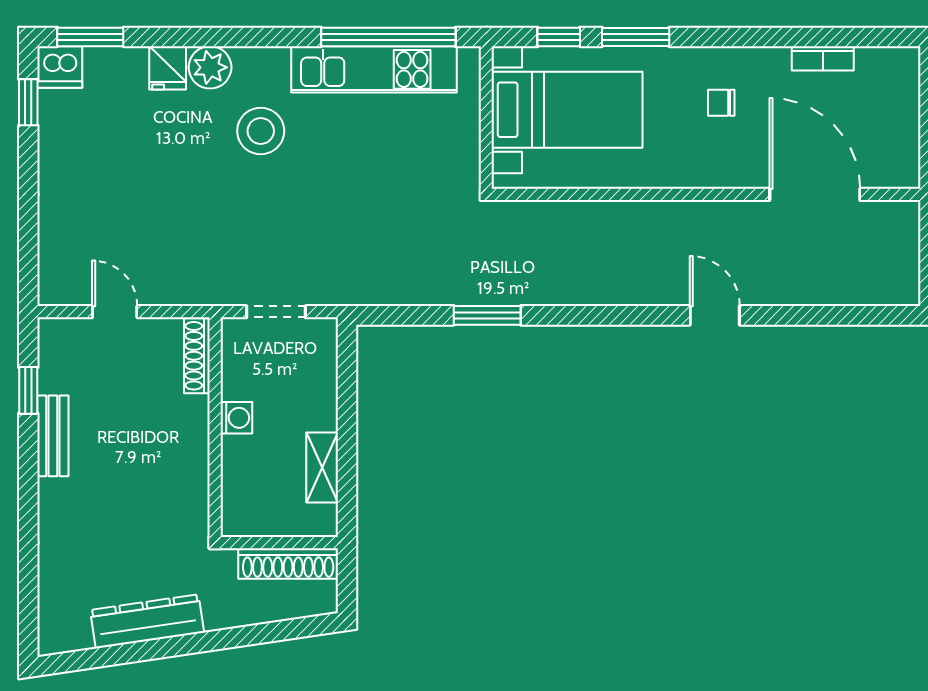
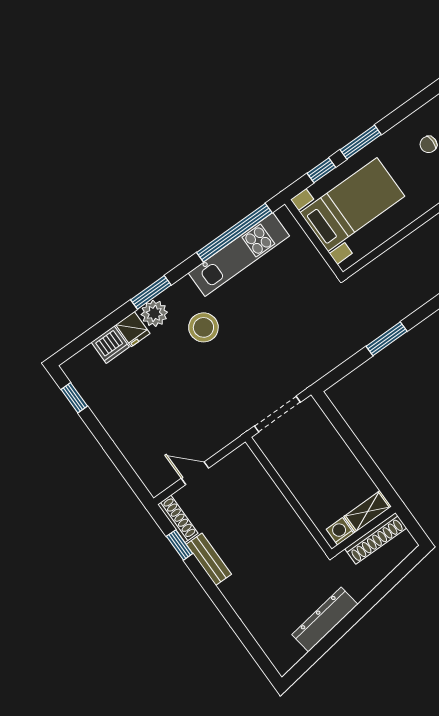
window: (90, 37) -> (151, 292), moved
dishwasher: (60, 67) -> (110, 345), moved
doorway: (276, 312) -> (277, 414), width x1.38
shoe rack: (197, 356) -> (178, 519), moved, turned 180
washing machine: (236, 418) -> (340, 531), moved, turned -90
shelving: (322, 468) -> (368, 512), moved, turned 90

